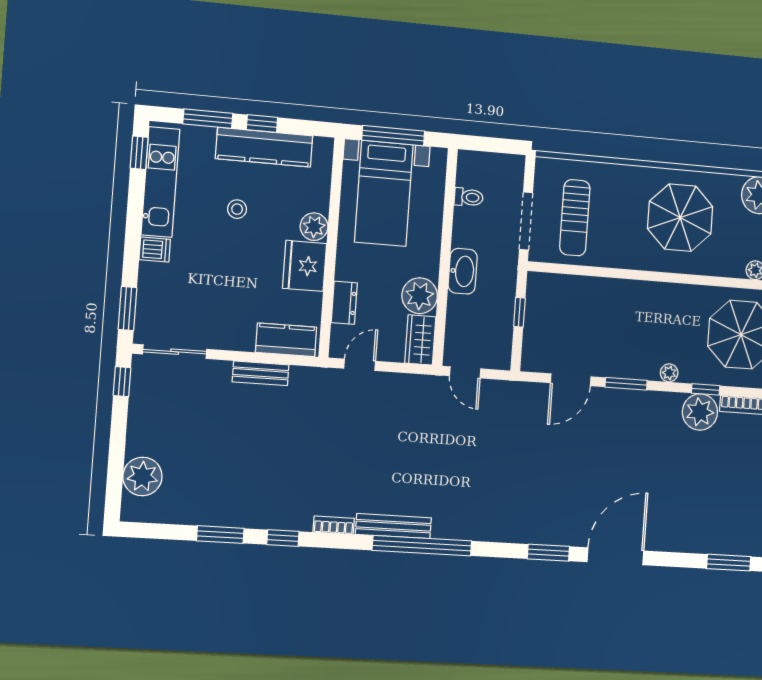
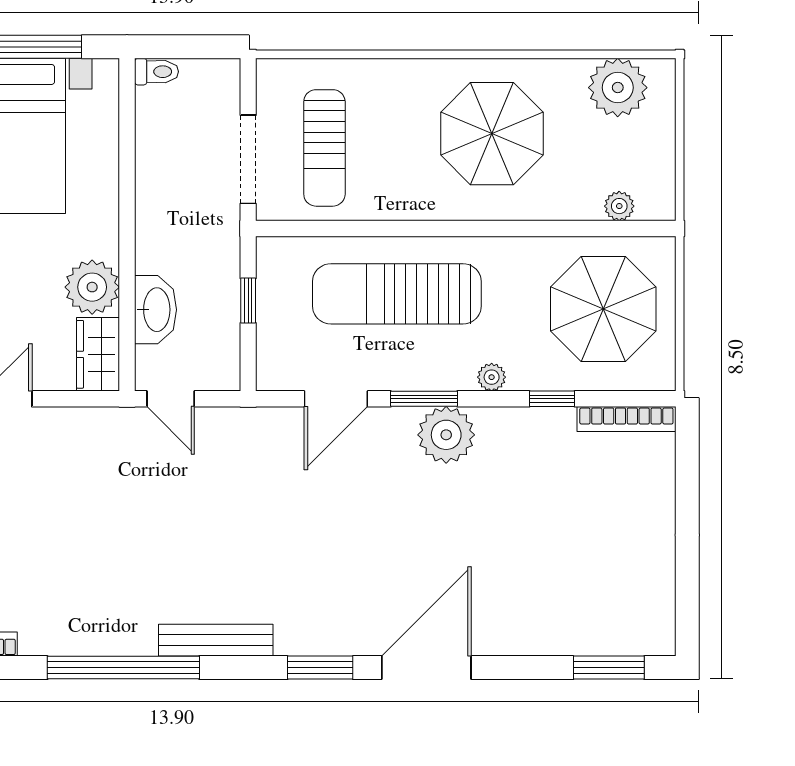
toilet: (469, 197) -> (157, 72), moved
washbasin: (463, 271) -> (156, 310), moved
sun lounger: (614, 315) -> (397, 294), added
plant: (700, 412) -> (446, 435), moved
bench: (393, 526) -> (216, 640), moved

